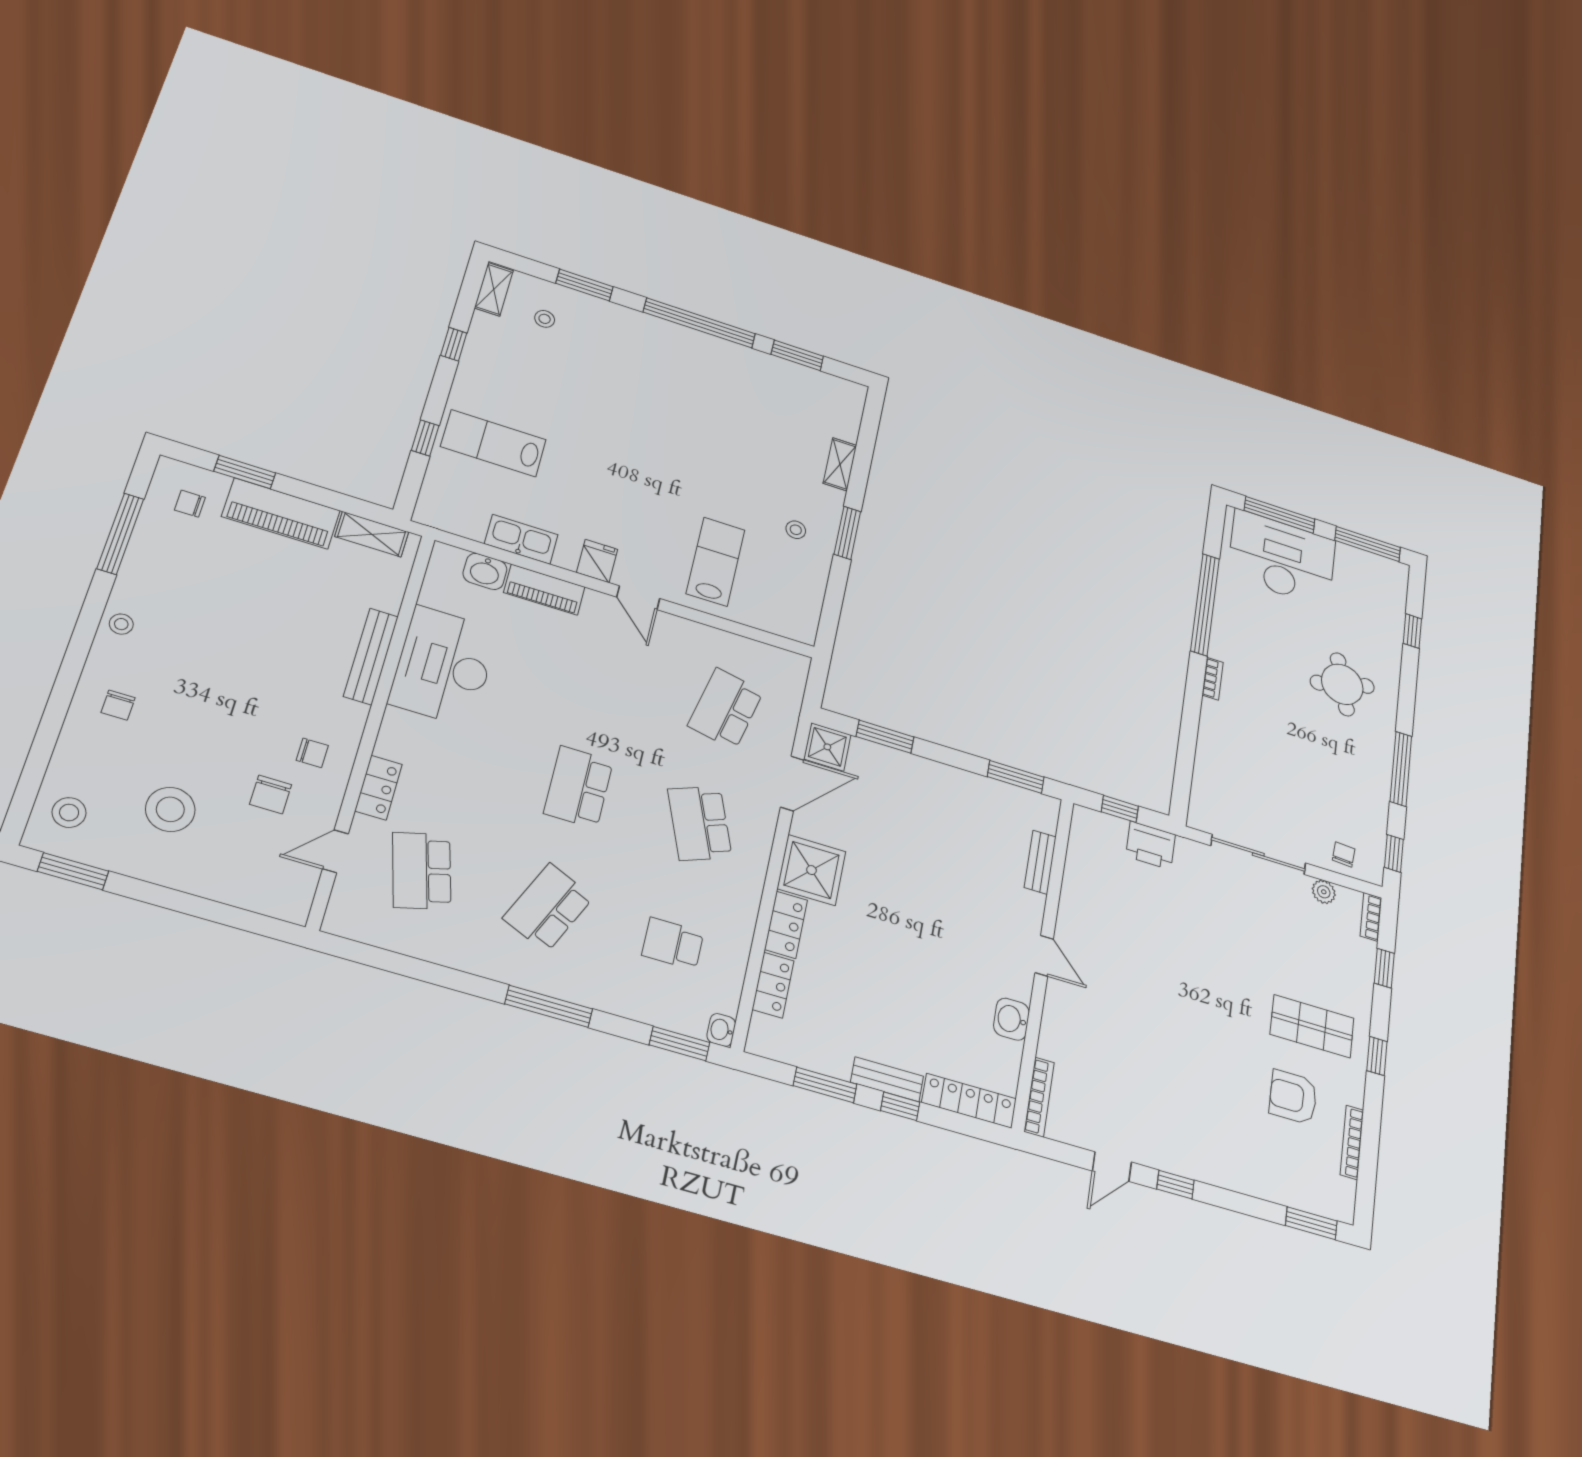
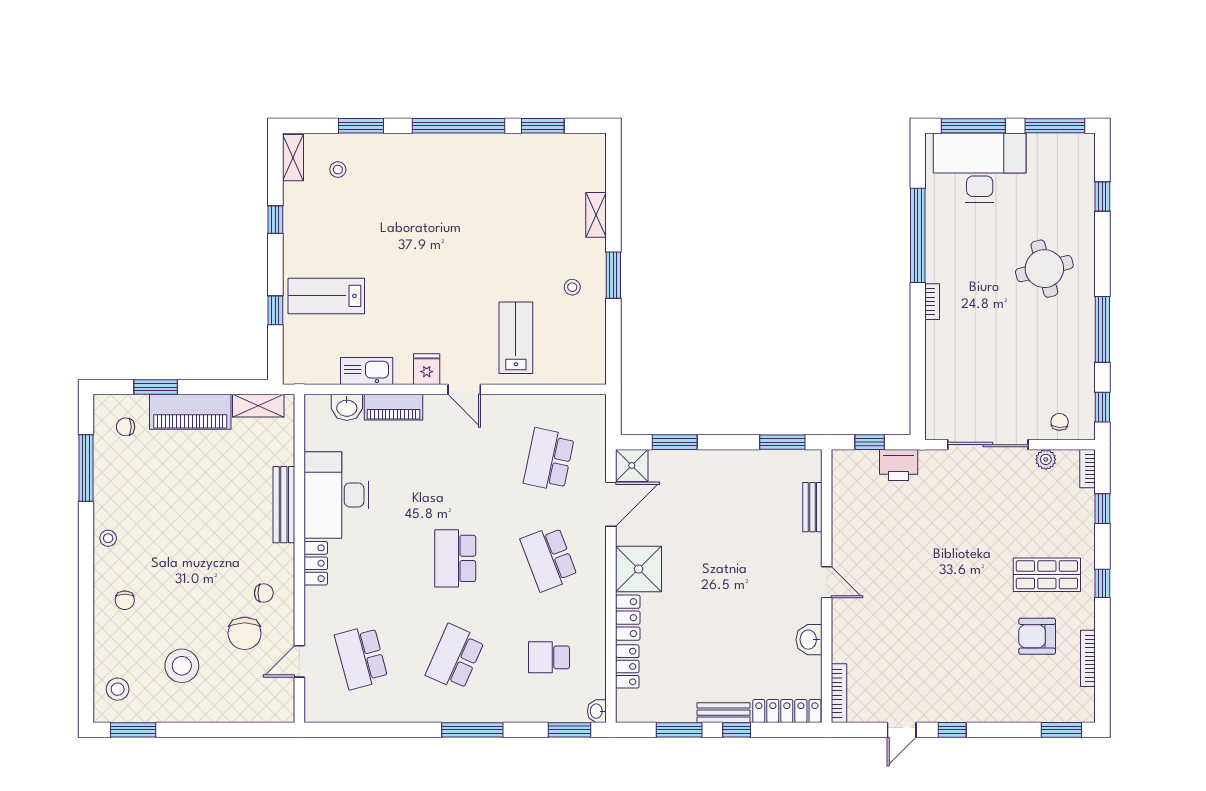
locker: (378, 788) -> (316, 563), moved
chair: (271, 794) -> (245, 633), width x1.37, depth x1.37

